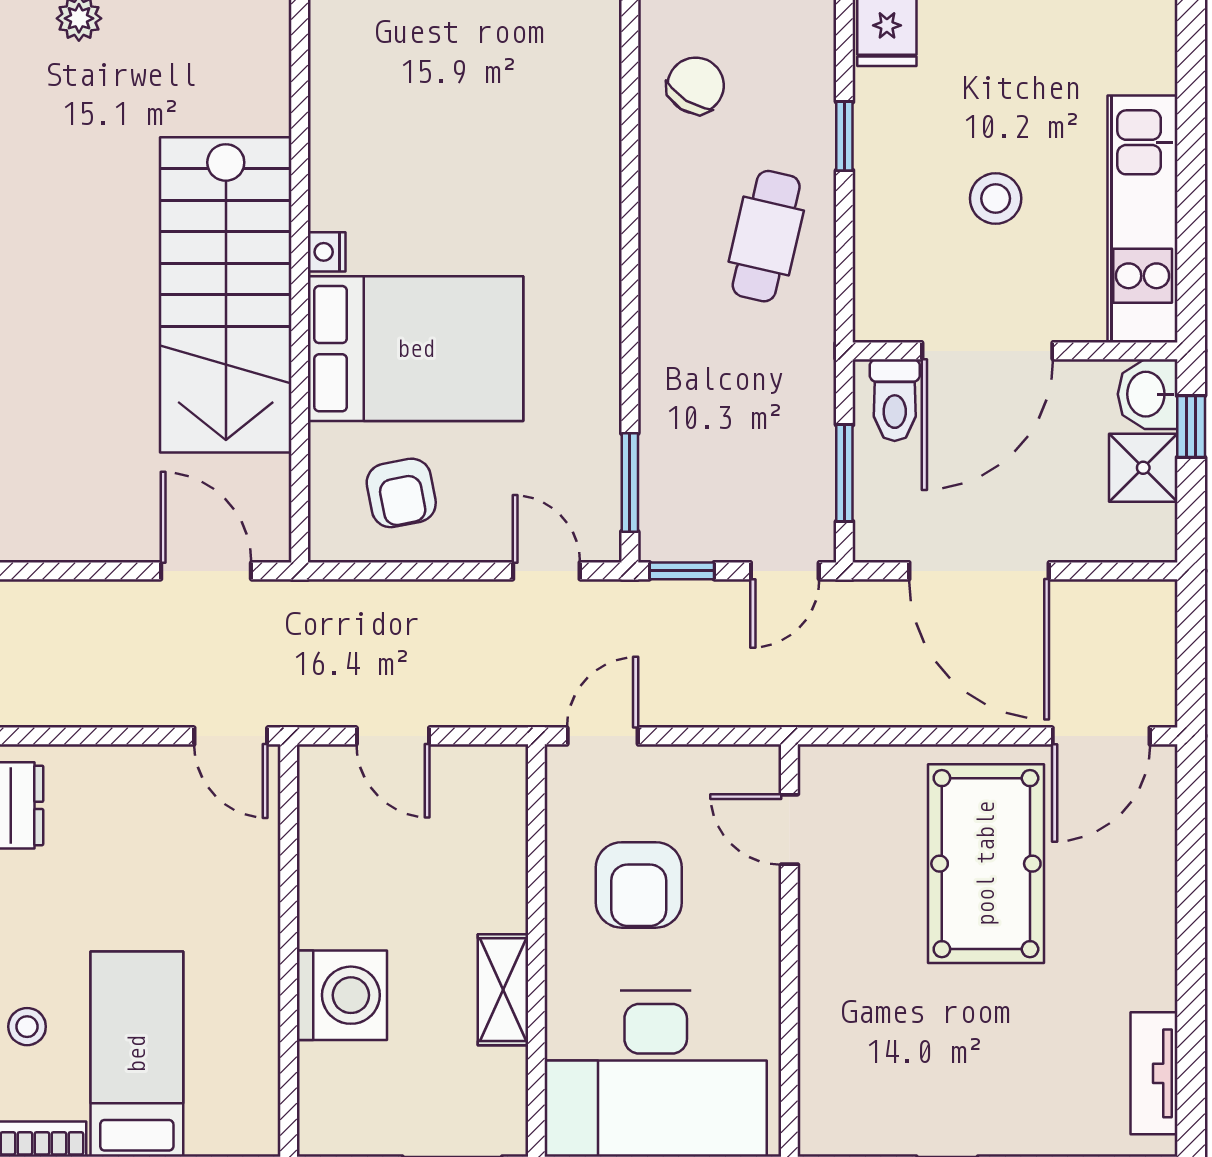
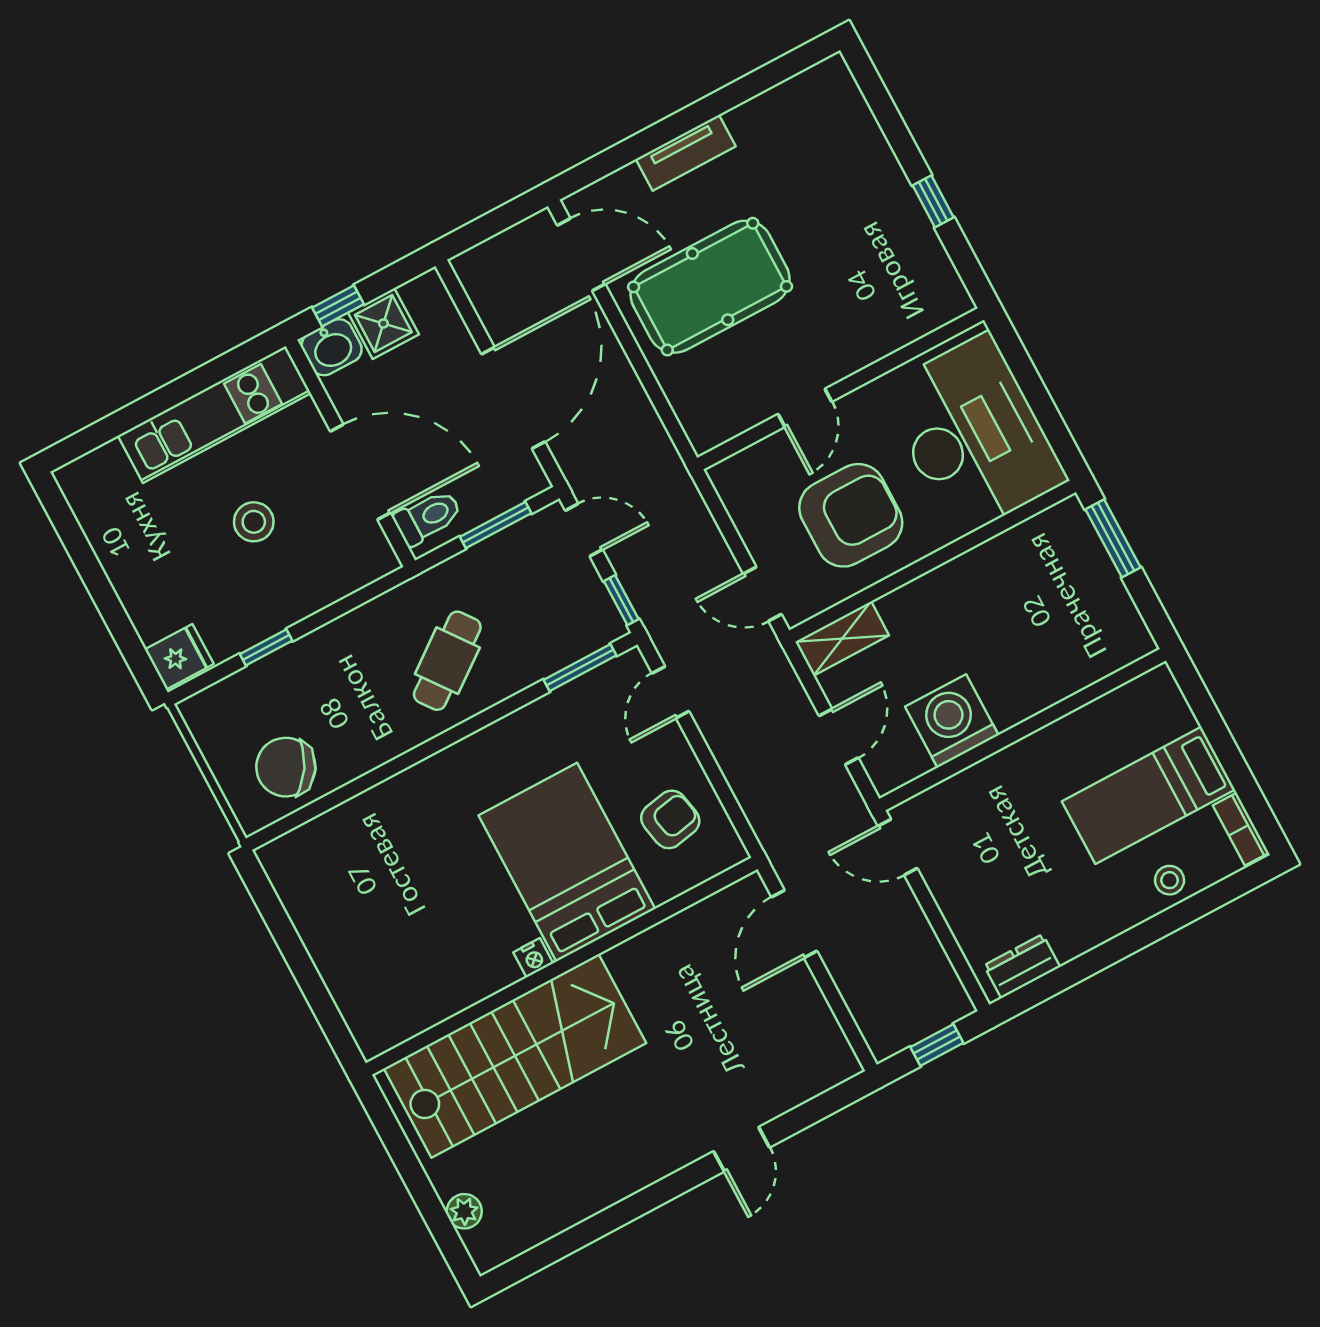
chair: (696, 85) -> (286, 767), width x1.37, depth x1.37
cafe table: (766, 236) -> (447, 661), moved, turned -50
stairs: (226, 295) -> (515, 1056), moved
door: (231, 736) -> (898, 847), swing flipped
door: (789, 829) -> (805, 408), moved
armchair: (639, 885) -> (851, 515), width x1.36, depth x1.36
shelving: (503, 990) -> (842, 639), moved
washing machine: (342, 995) -> (952, 721), moved
tv unit: (1154, 1073) -> (686, 153), moved

